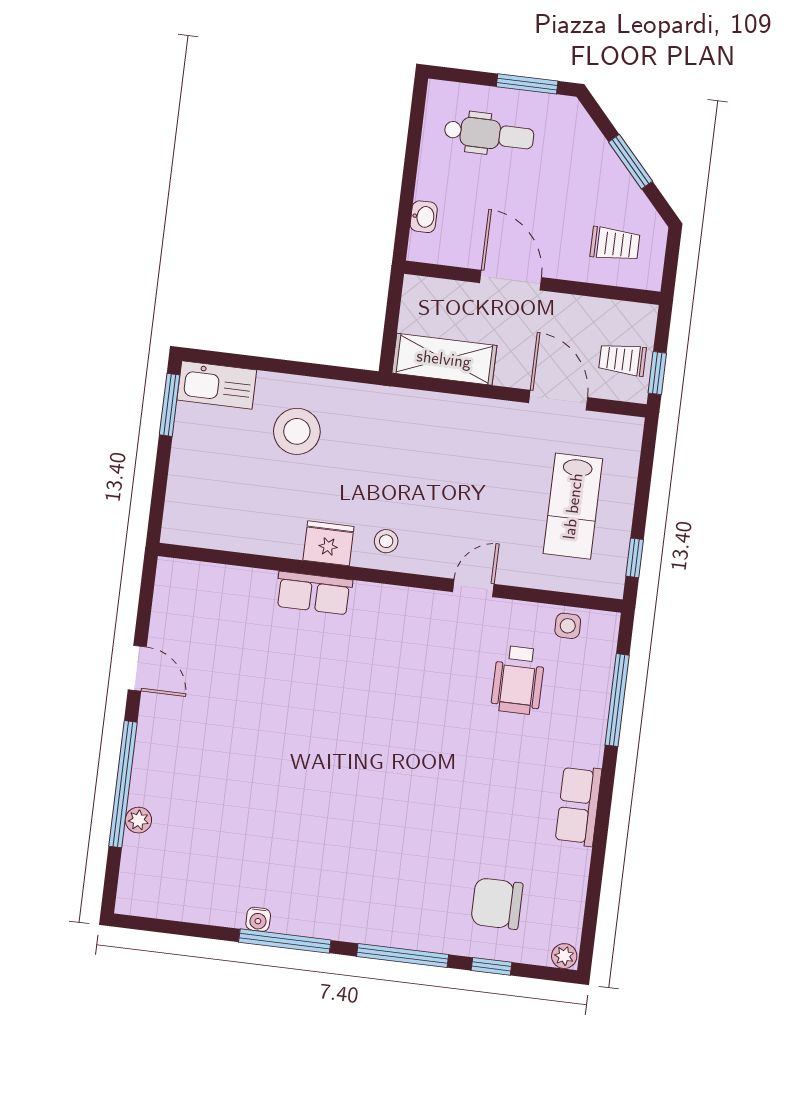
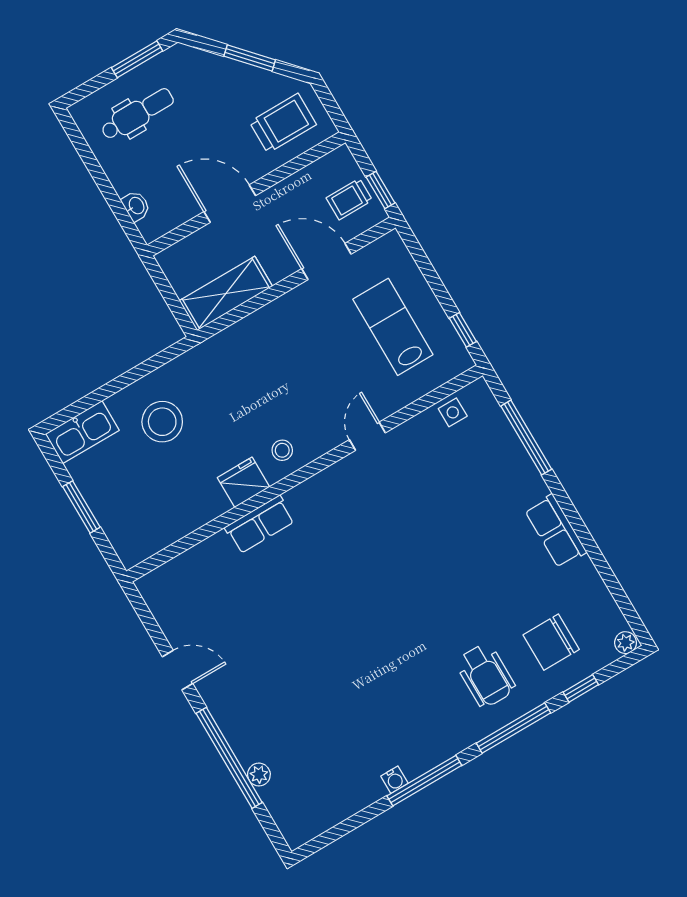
trolley: (615, 244) -> (283, 123), width x1.36, depth x1.39
window: (170, 405) -> (81, 507), moved
lab bench: (573, 506) -> (393, 327), turned 180
wheelchair: (518, 680) -> (485, 675), moved

